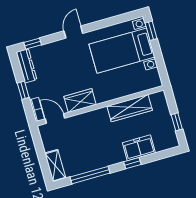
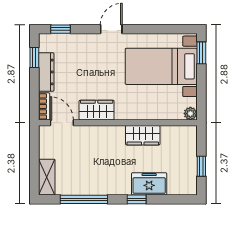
dresser: (27, 66) -> (46, 72), moved
plant: (156, 82) -> (190, 114), added
window: (23, 90) -> (34, 58), moved
wardrobe: (130, 108) -> (143, 135), width x0.67

